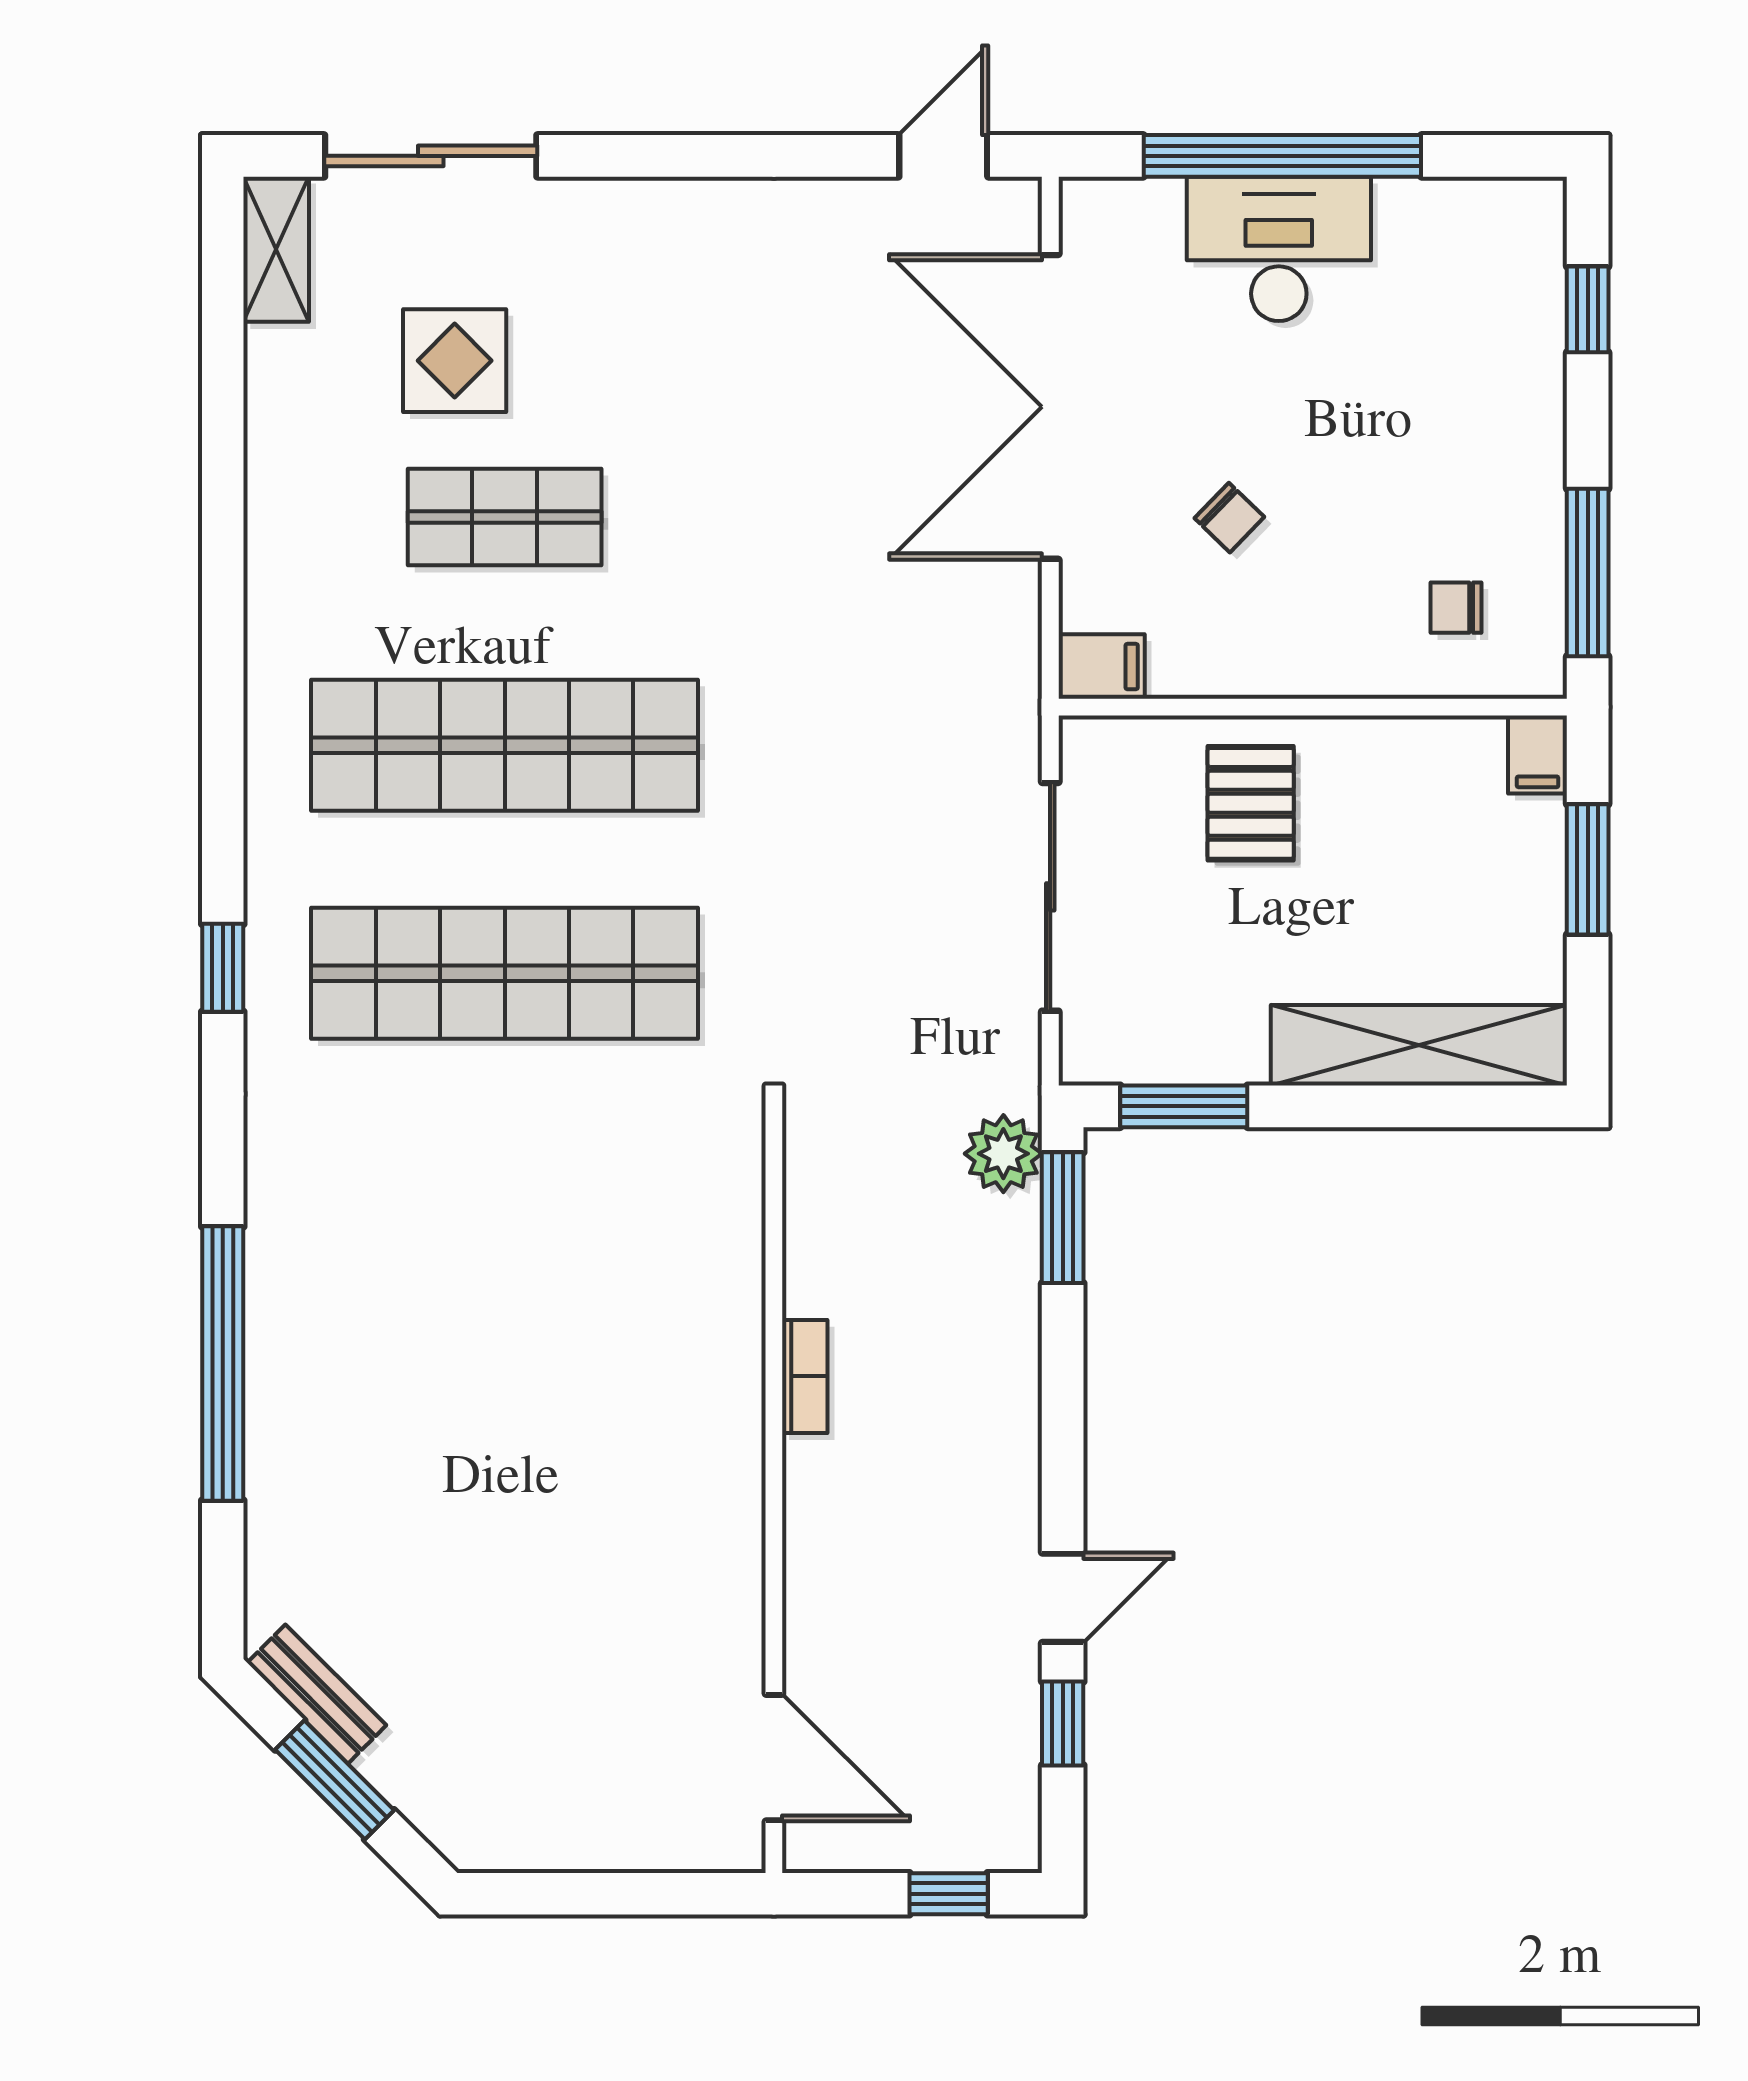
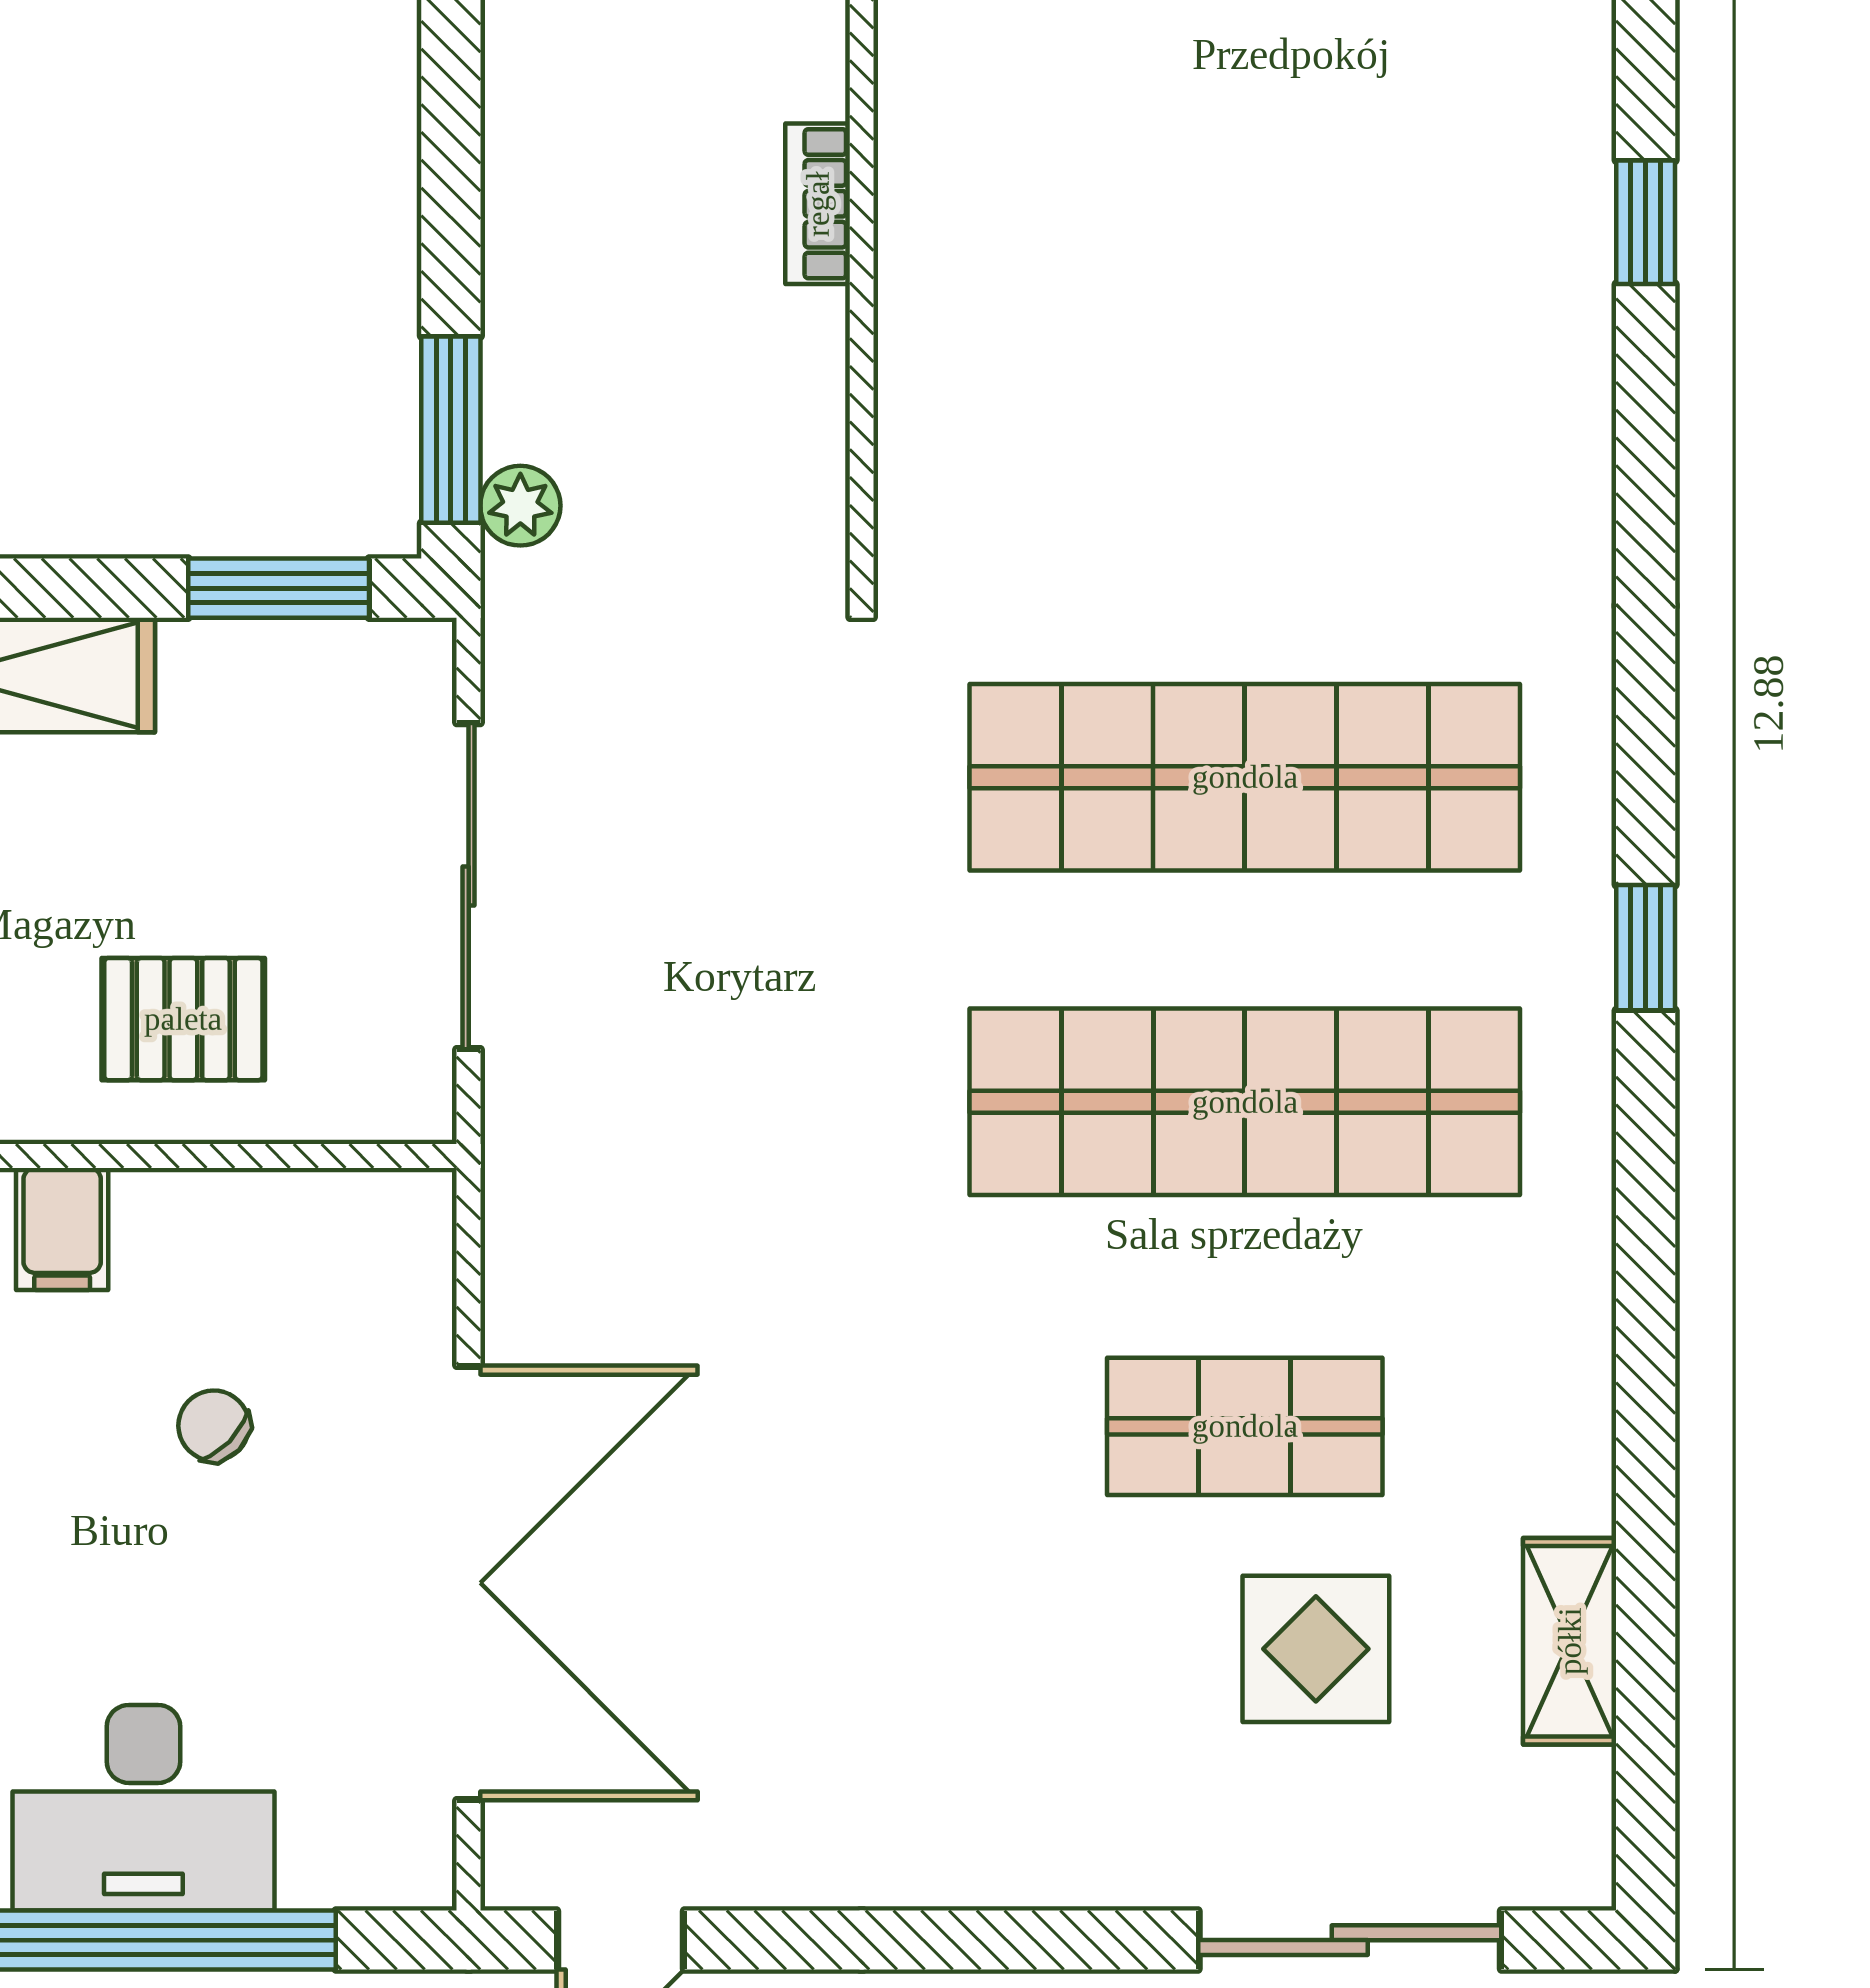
shelving: (276, 249) -> (1570, 1641), moved
filing cabinet: (1102, 667) -> (62, 1229), moved, turned -90
pallet: (1251, 803) -> (183, 1019), turned 90
window: (223, 968) -> (1646, 948), moved
plant: (1003, 1154) -> (520, 506), width x0.73, depth x0.73
window: (223, 1363) -> (1646, 222), width x0.32

